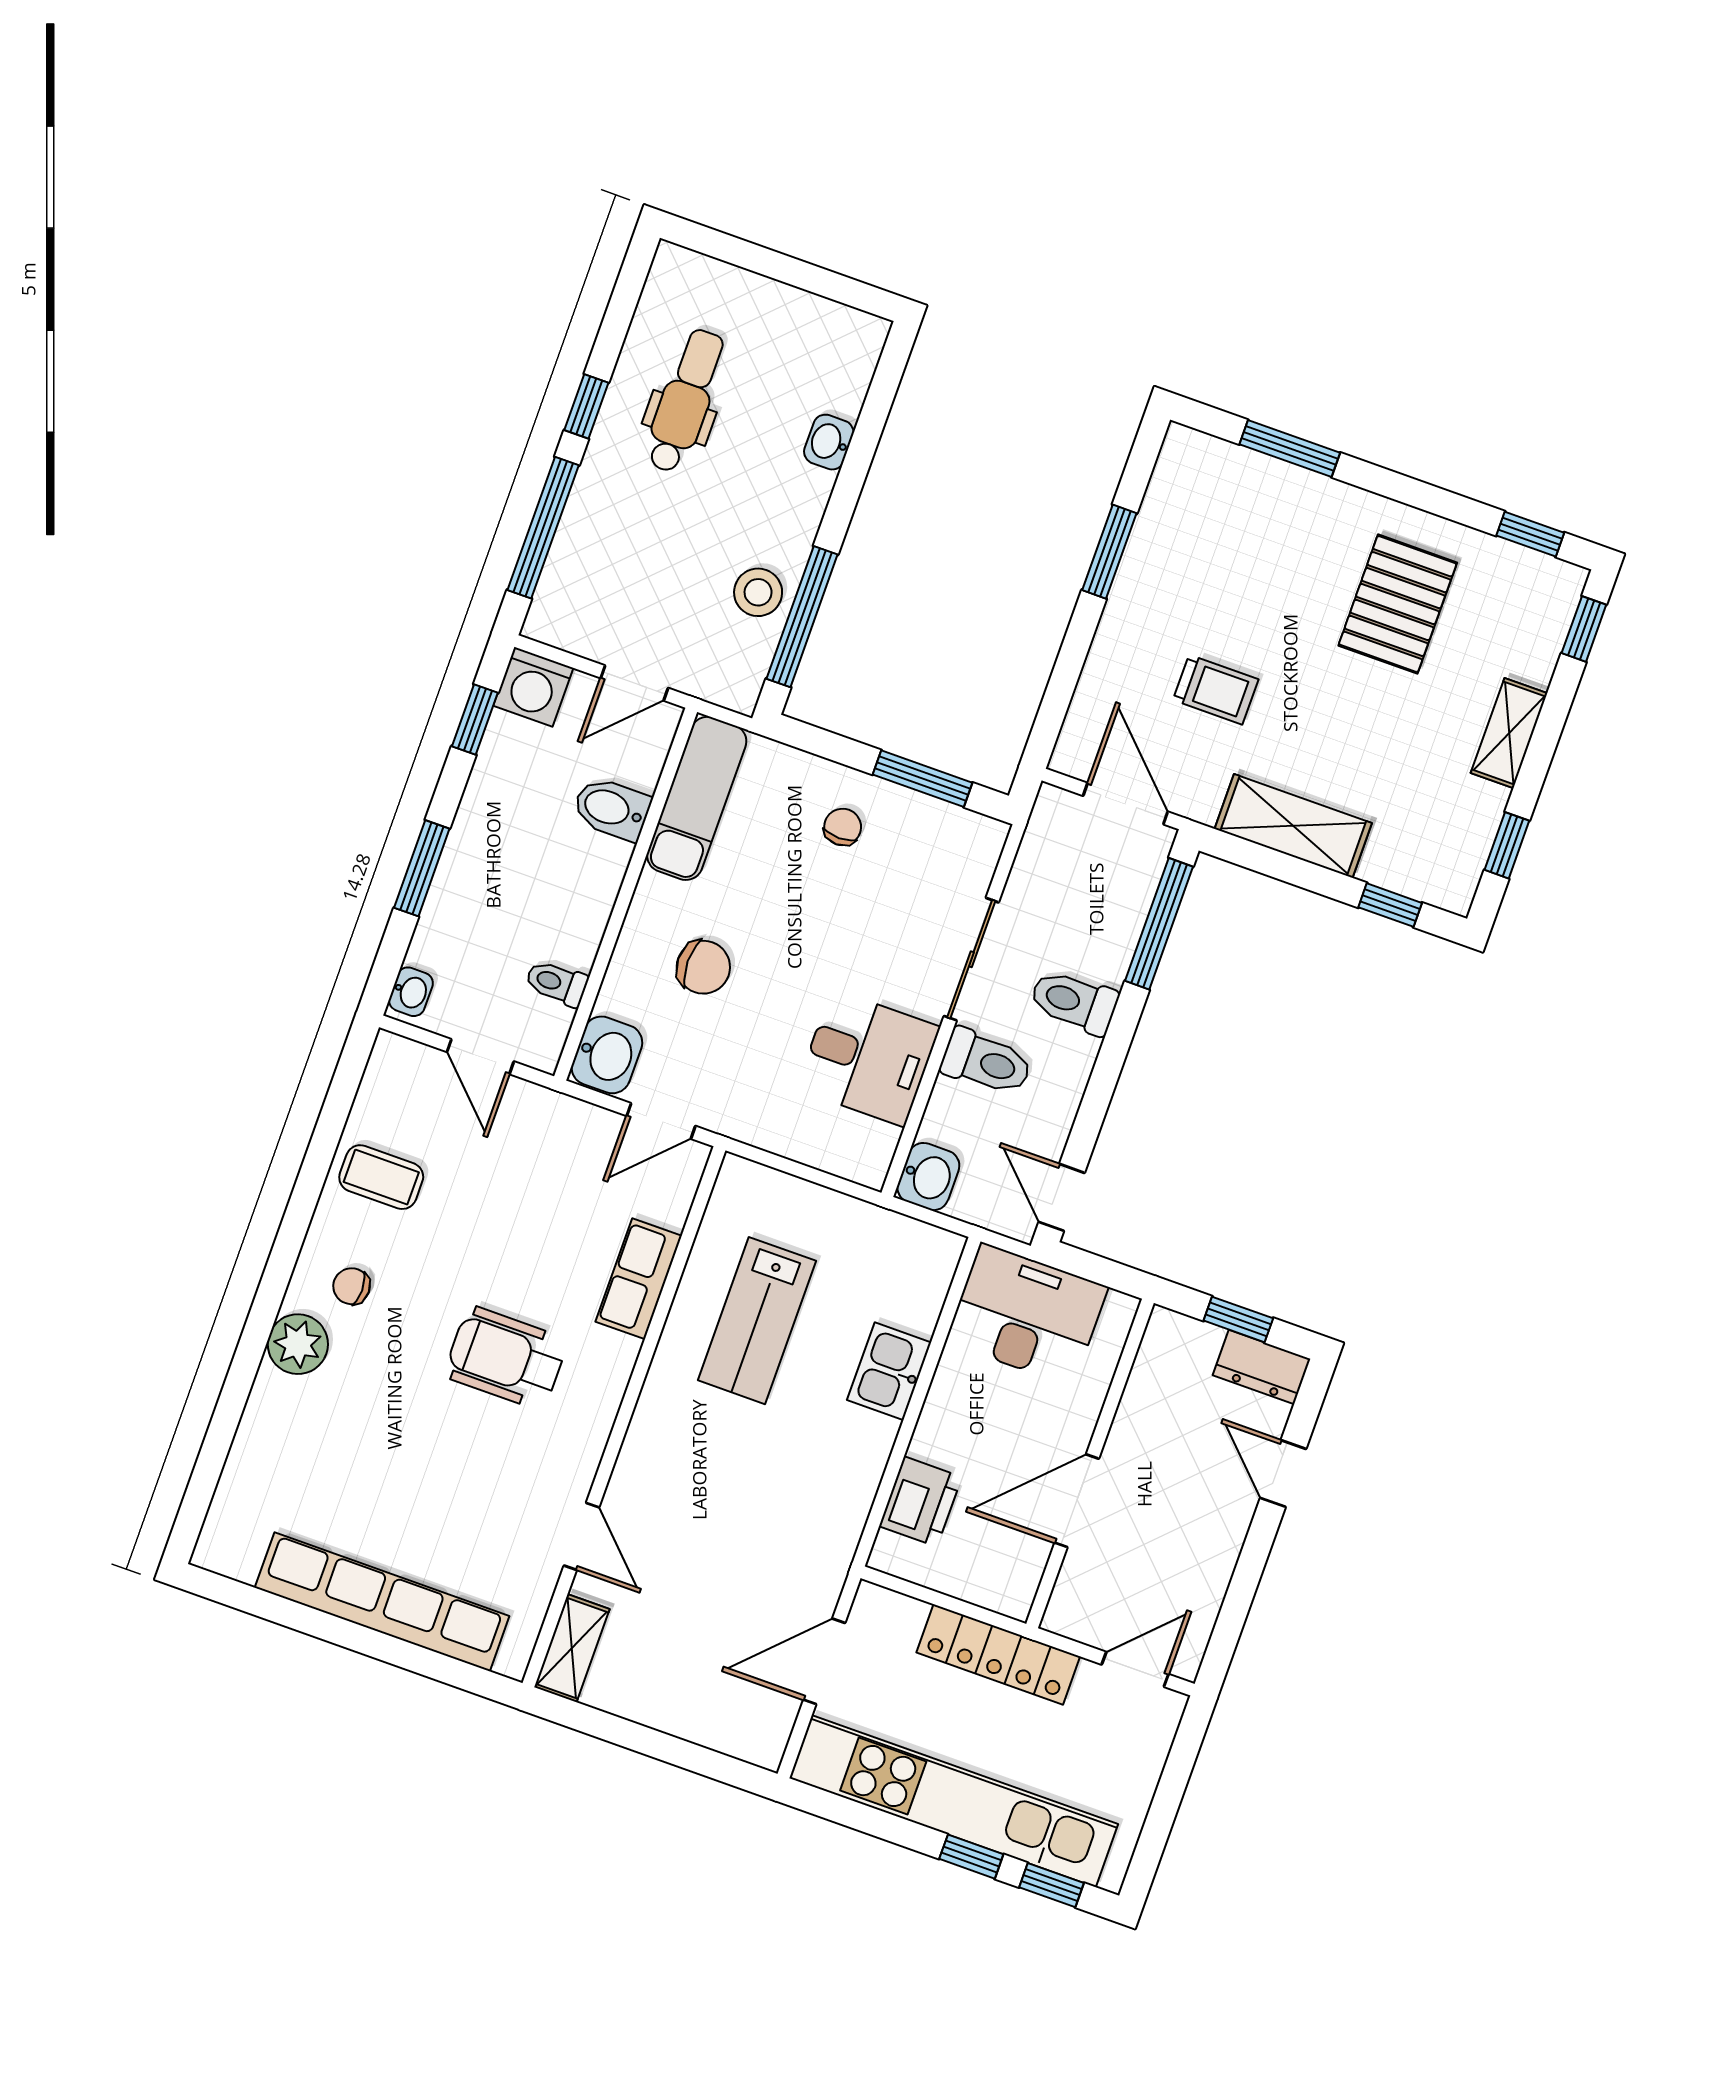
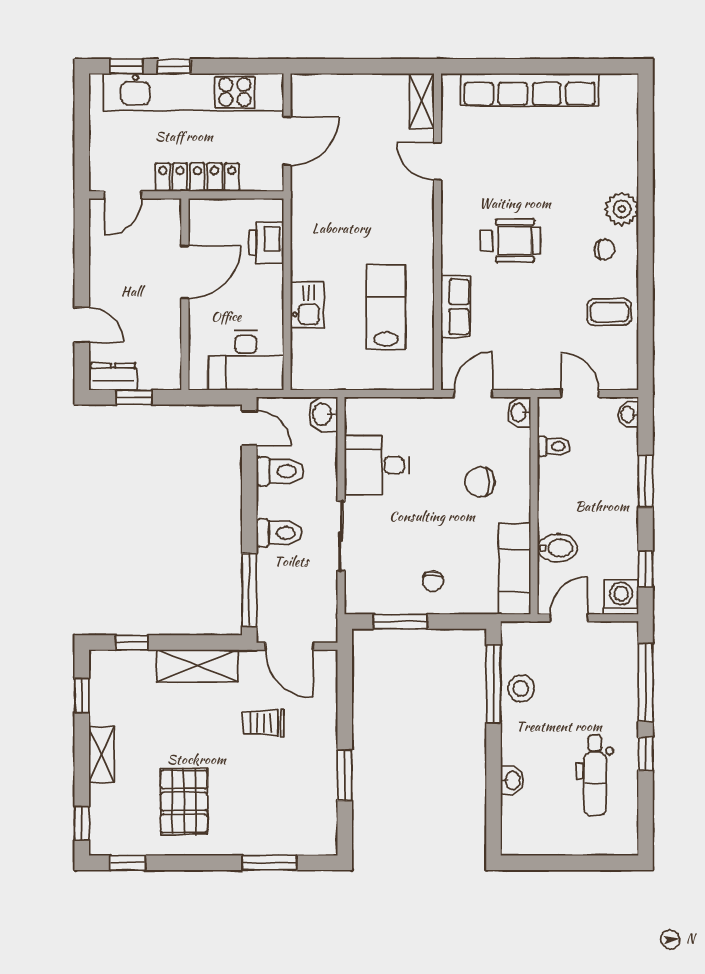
washbasin: (607, 1055) -> (519, 413), width x0.72, depth x0.69
toilet: (986, 1062) -> (280, 471), moved, turned 180

